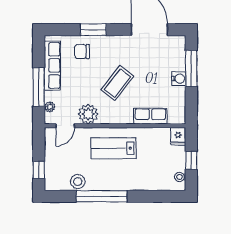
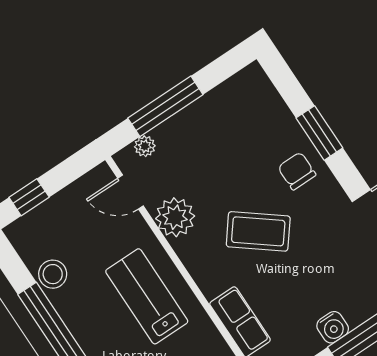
chair: (82, 52) -> (297, 171), moved
row of seats: (52, 65) -> (216, 105), removed

